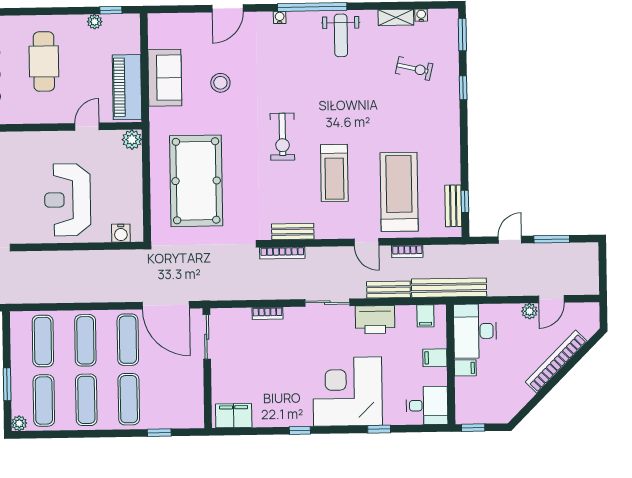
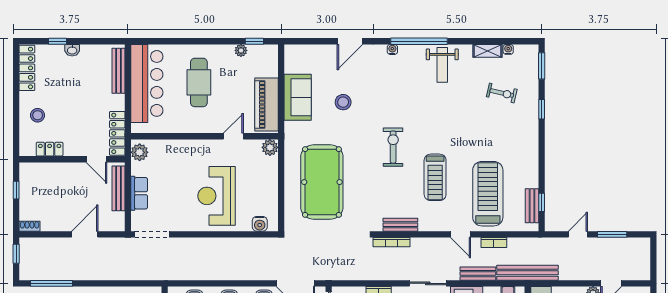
exercise bike: (282, 137) -> (393, 147), turned 180

